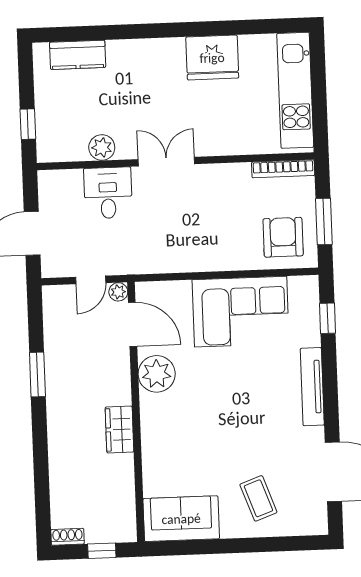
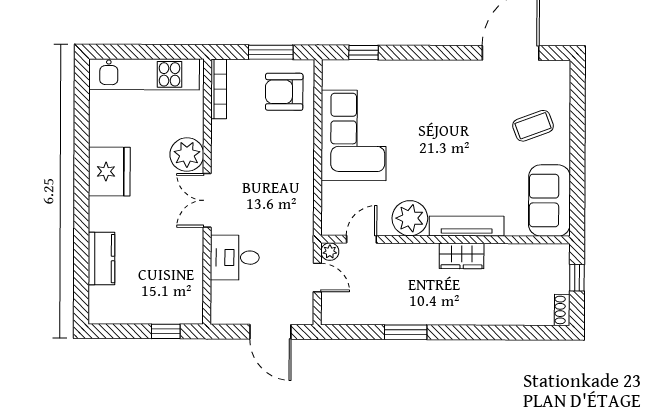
kitchen counter: (78, 55) -> (101, 259), moved
fridge: (212, 58) -> (109, 171), moved
plant: (102, 147) -> (187, 154), moved, width x1.36, depth x1.36
door: (133, 324) -> (362, 239), width x0.73
tv unit: (312, 387) -> (467, 226), moved, turned 180

